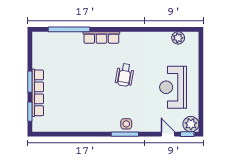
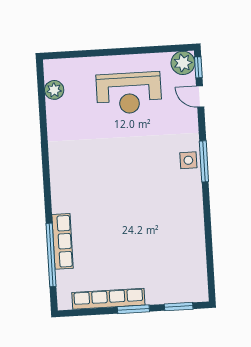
row of seats: (101, 37) -> (63, 241), moved
wheelchair: (125, 75) -> (115, 167), removed
row of seats: (38, 93) -> (108, 299), moved
door: (168, 134) -> (200, 96), hinge flipped

